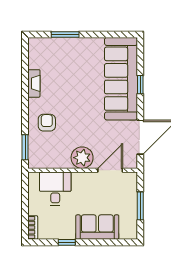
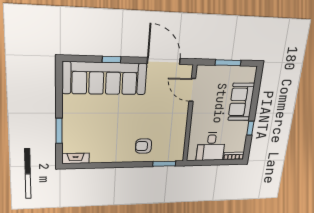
fireplace: (34, 83) -> (76, 158), moved
plant: (82, 158) -> (178, 115), removed
desk: (55, 189) -> (211, 147), moved, turned -90

